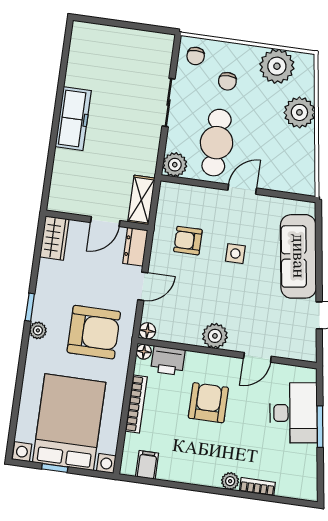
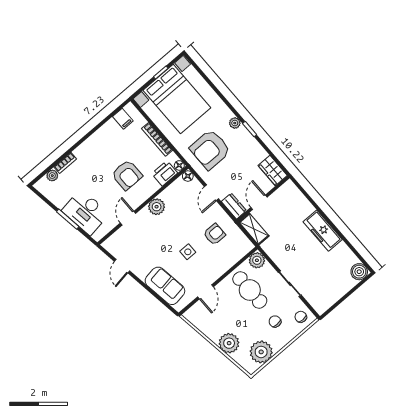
boiler: (84, 34) -> (359, 272), added
door: (242, 189) -> (205, 292), moved
sofa: (298, 256) -> (165, 286), width x0.73
plant: (230, 481) -> (52, 176), moved

